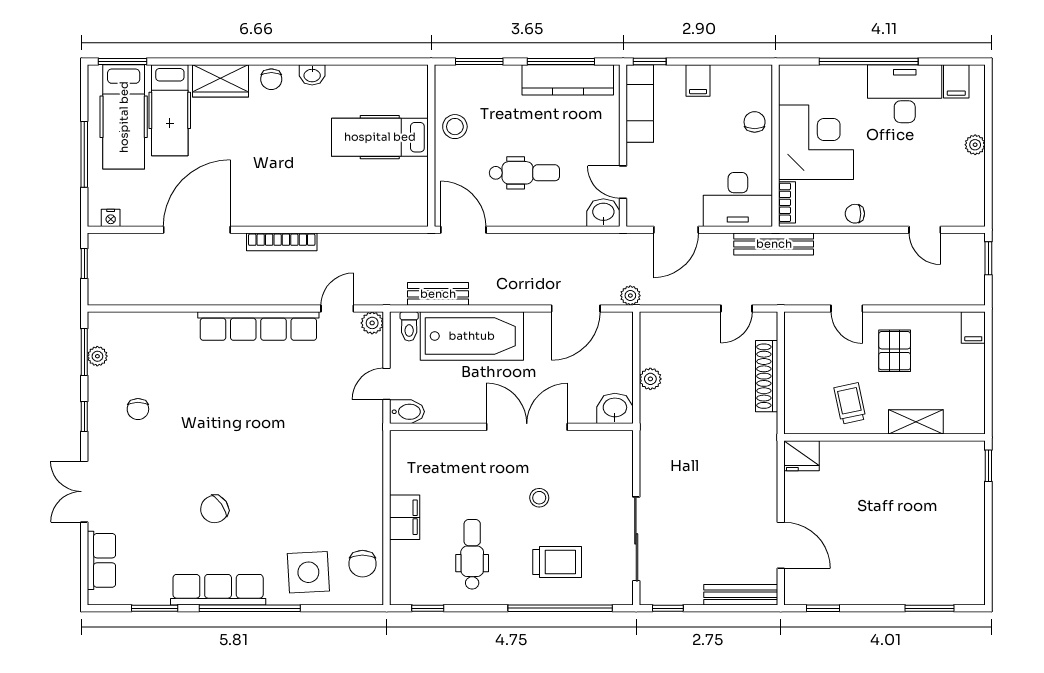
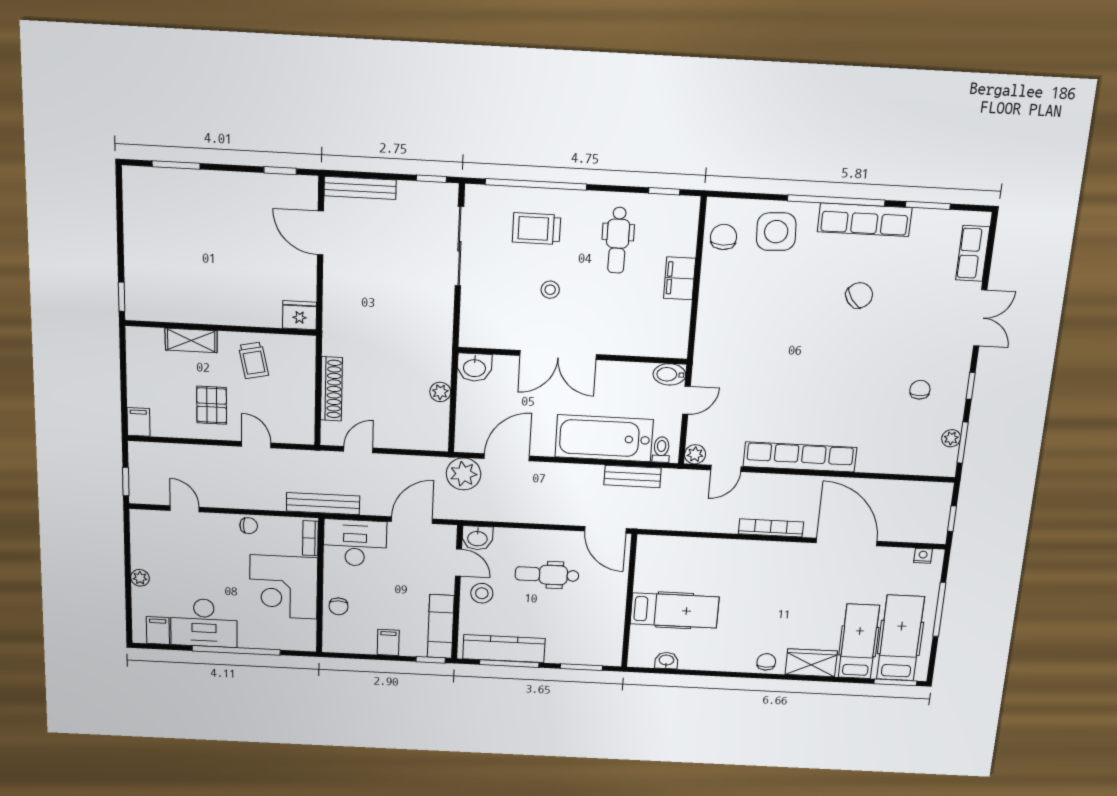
washbasin: (312, 75) -> (666, 661), moved
stool: (455, 127) -> (482, 593), moved
door: (197, 230) -> (847, 542), swing flipped
plant: (630, 296) -> (464, 474), width x1.88, depth x1.88

